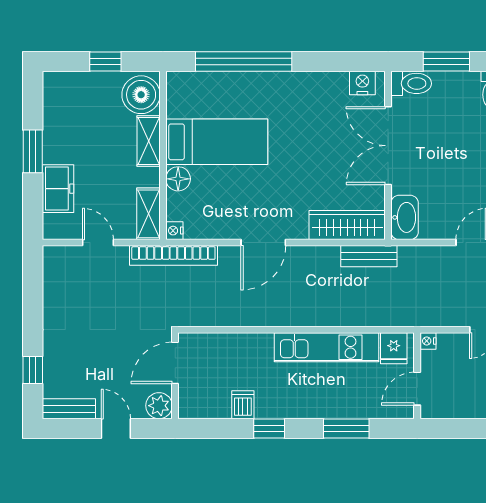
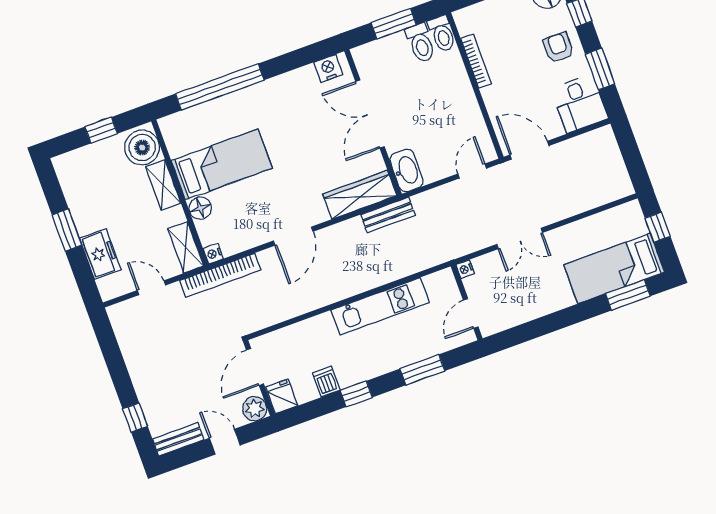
toilet: (411, 83) -> (421, 43), moved, turned 90
fridge: (394, 348) -> (282, 396), moved, turned 180

